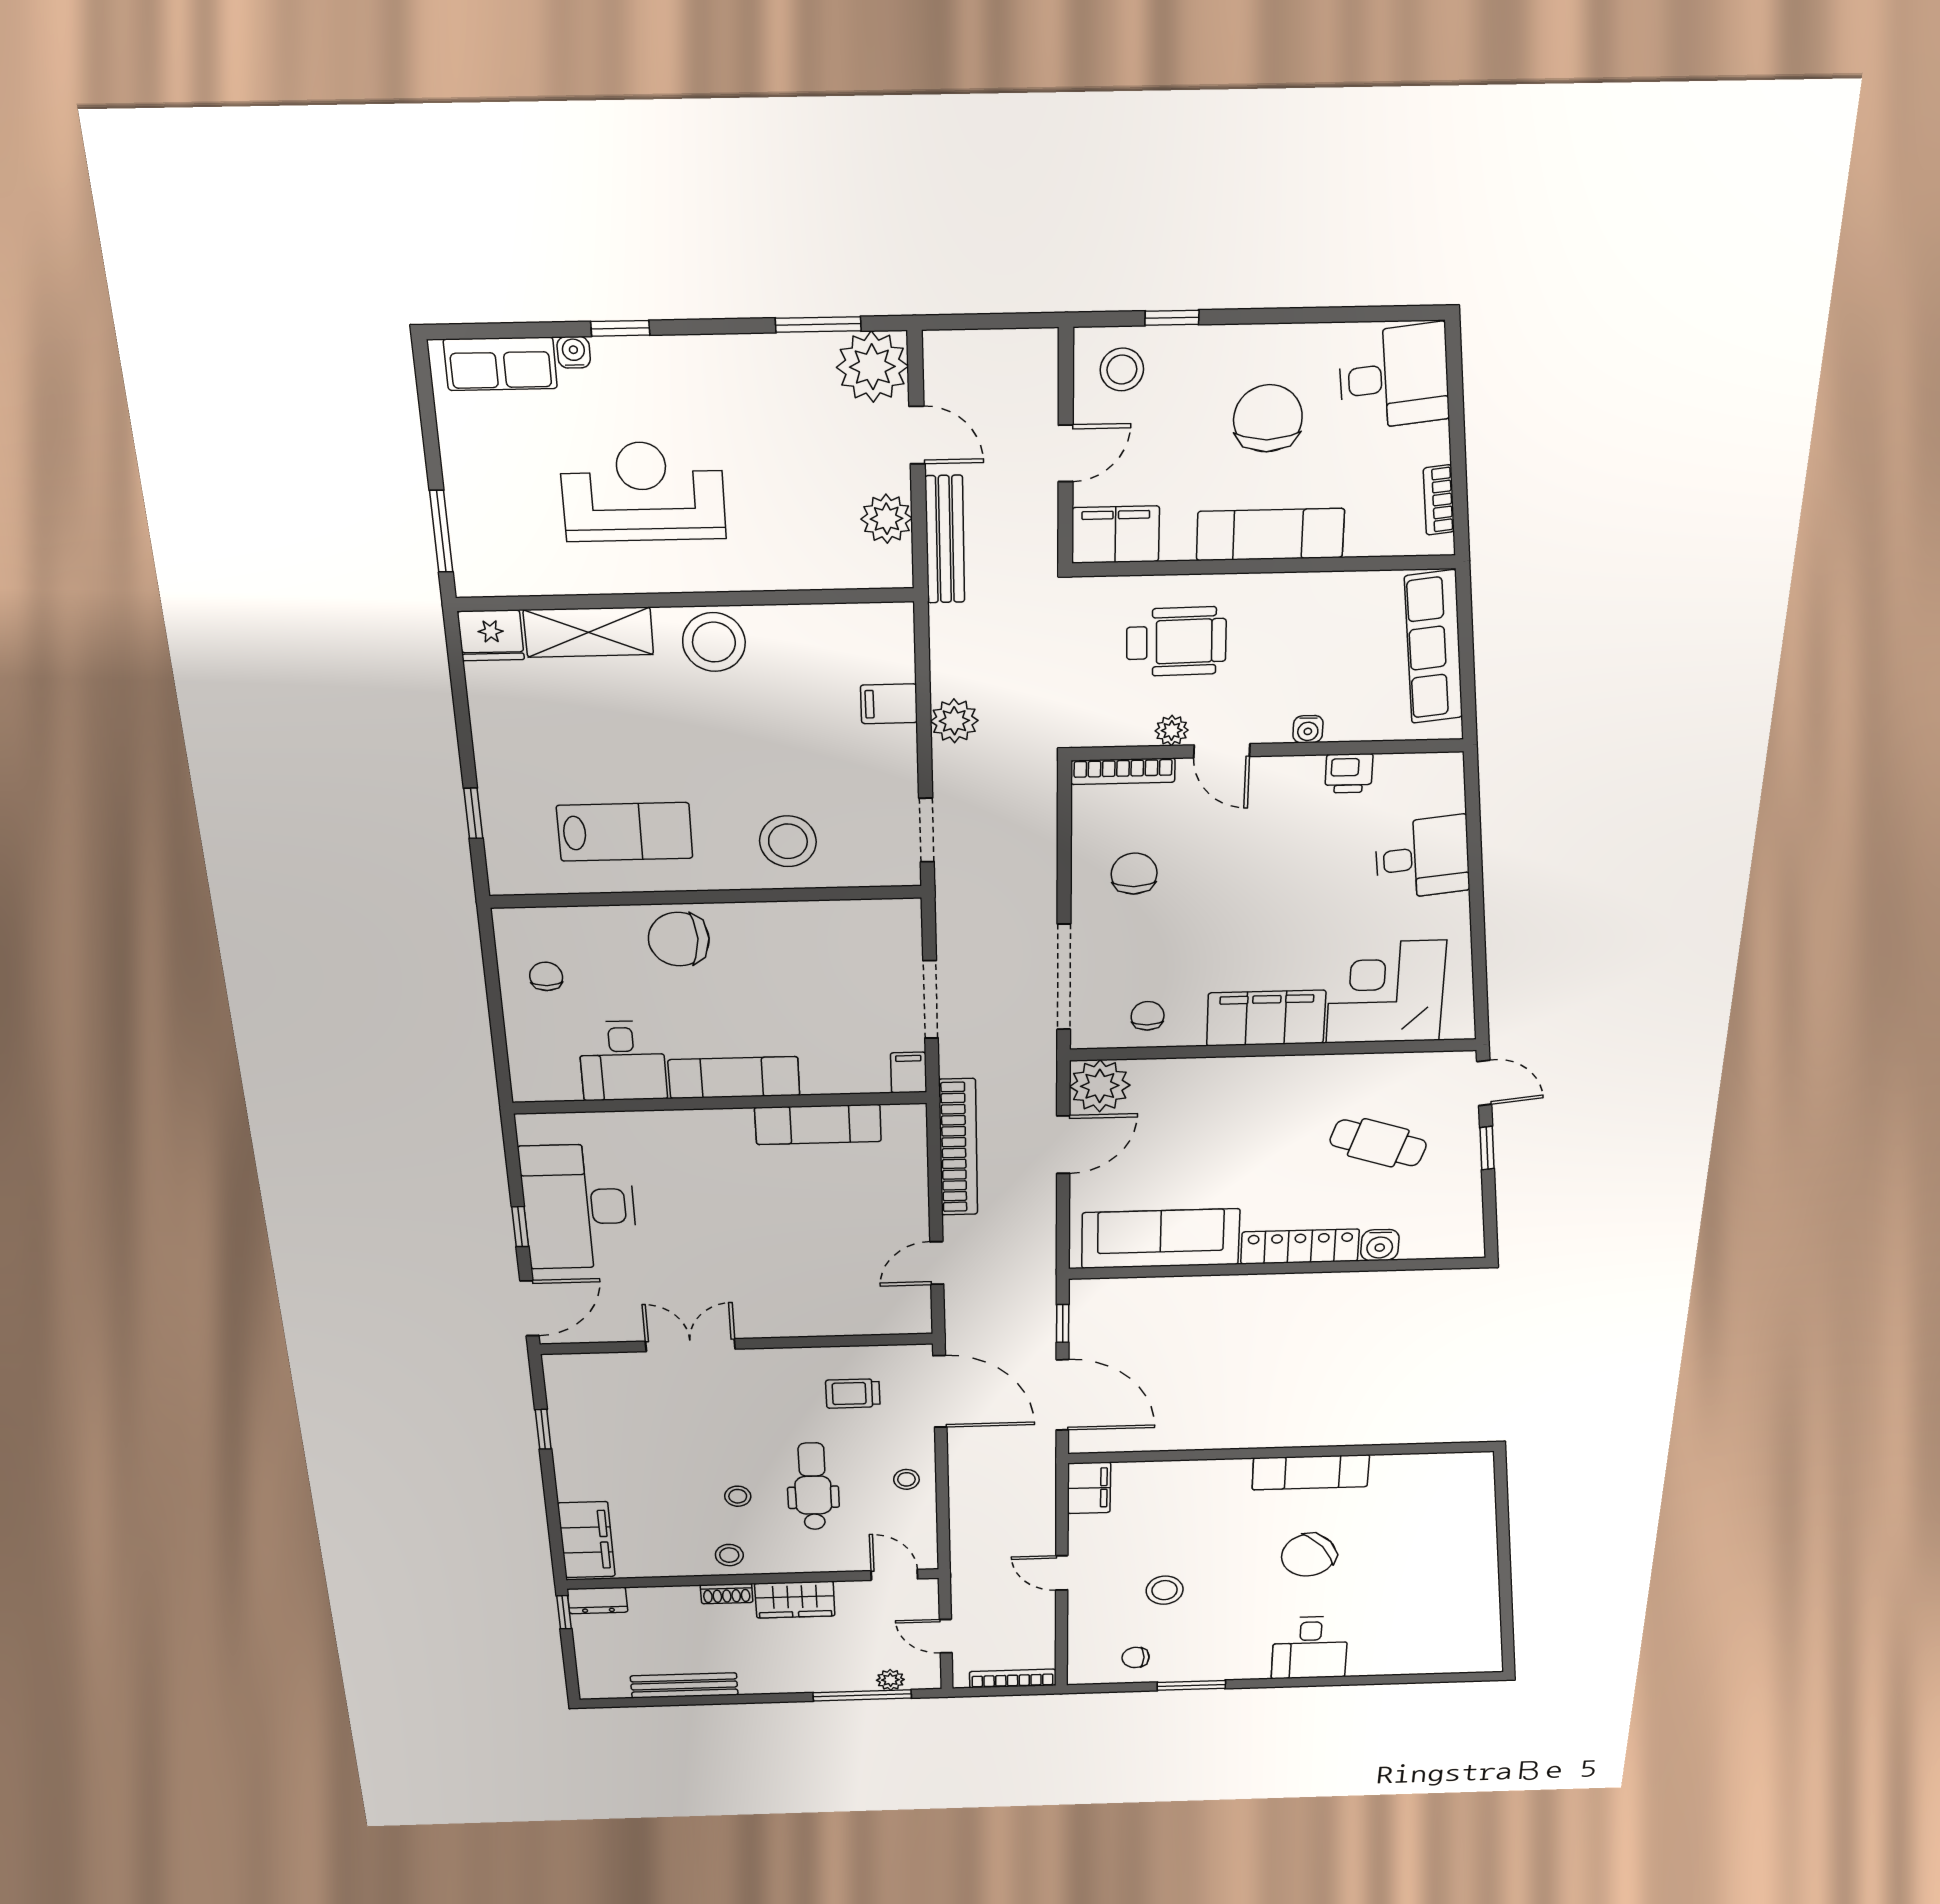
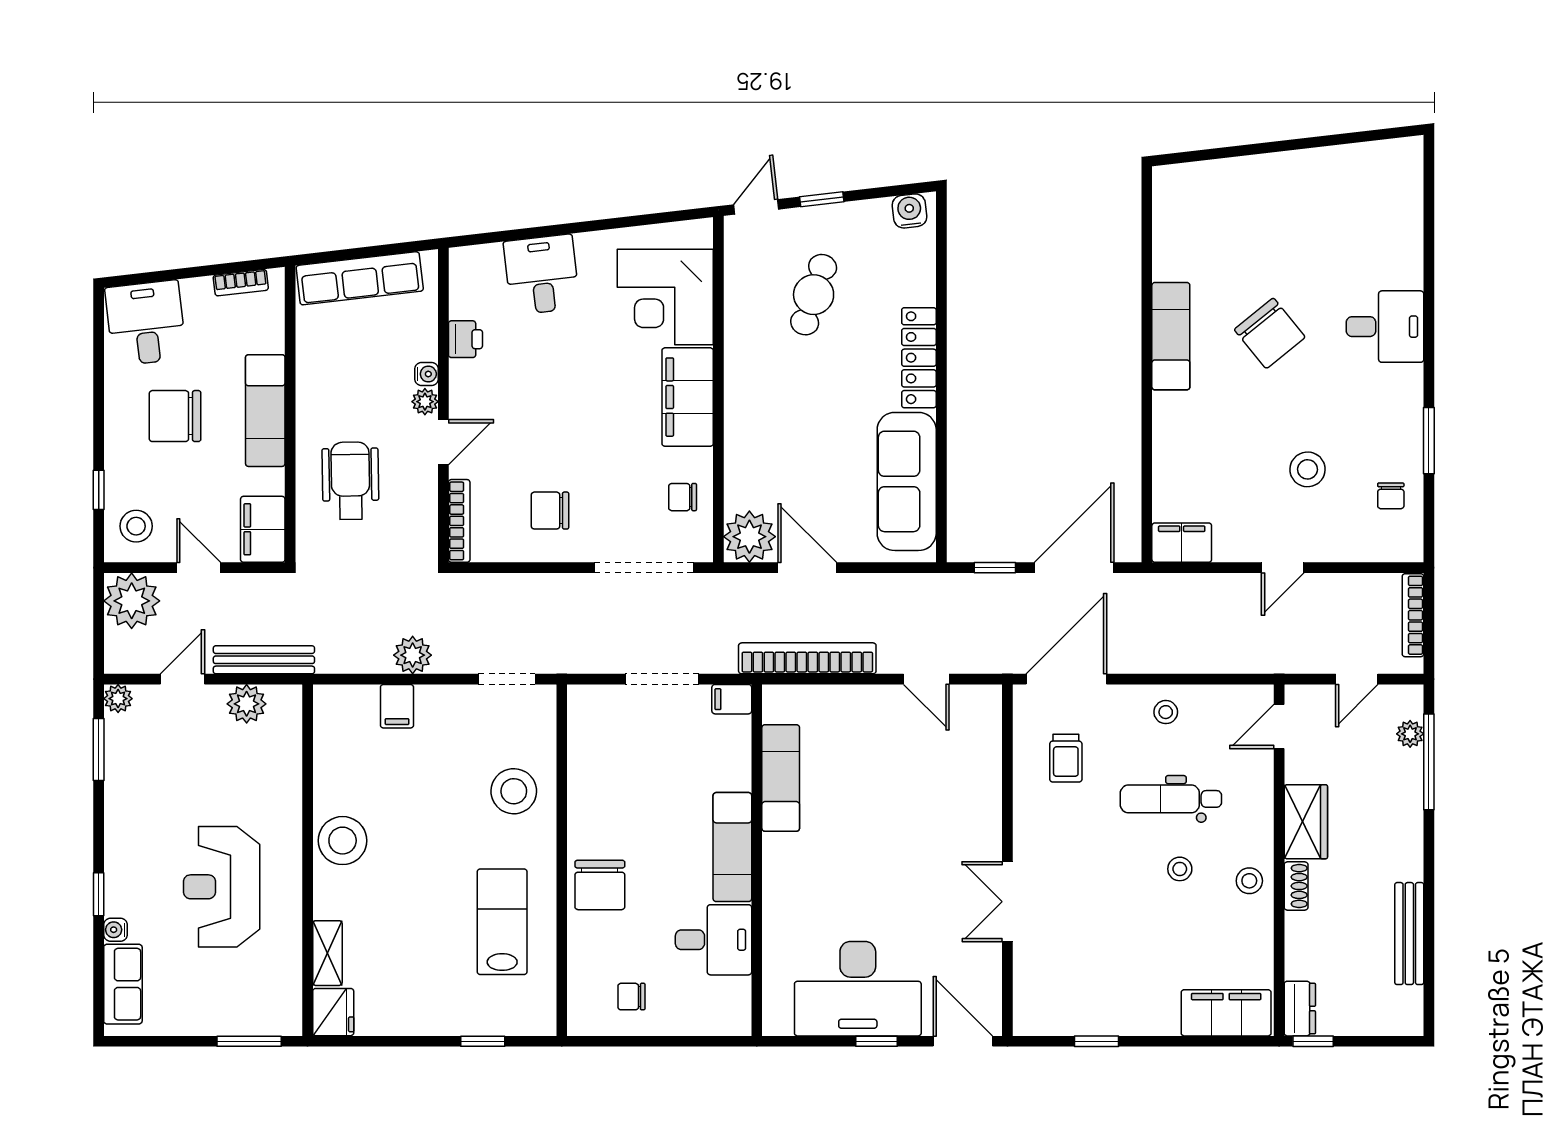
plant: (1021, 366) -> (132, 601), added
plant: (872, 367) -> (118, 699), width x0.53, depth x0.53
shelving: (589, 632) -> (327, 953), width x0.67, depth x0.75
plant: (1172, 730) -> (425, 402), moved
water cooler: (1380, 1245) -> (910, 211), moved, turned -97

